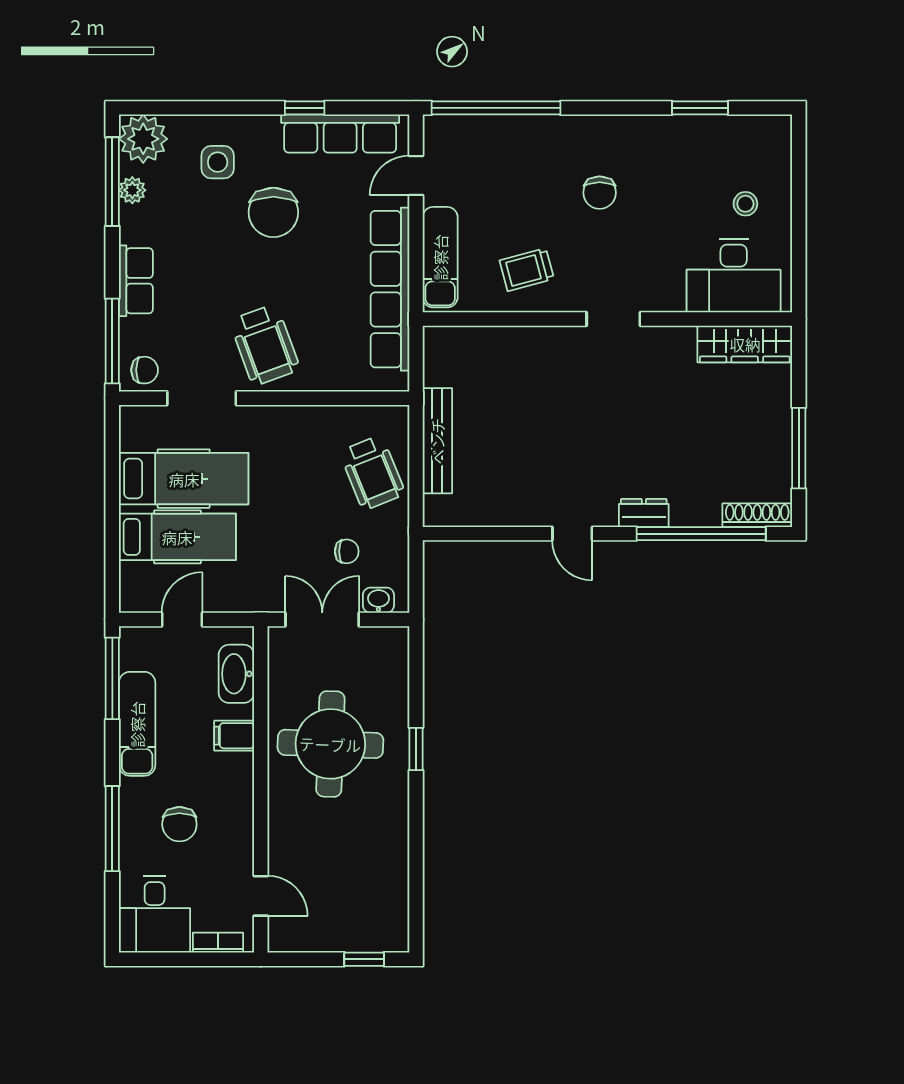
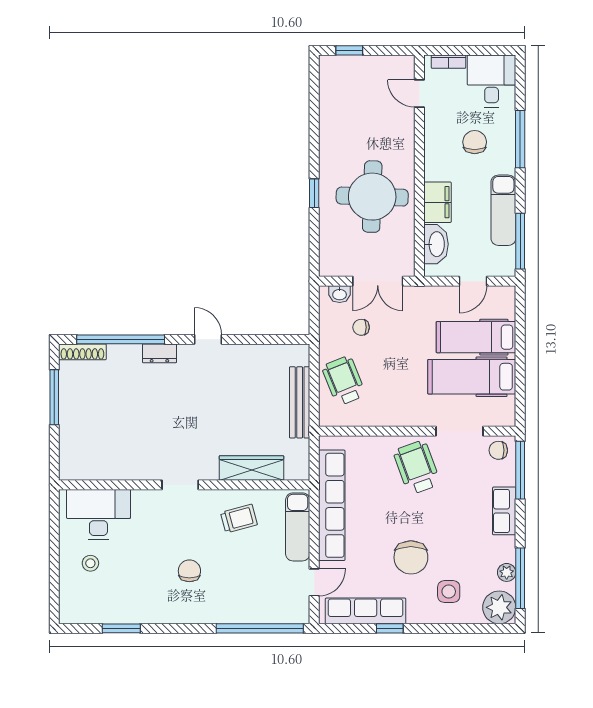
chair: (273, 212) -> (411, 557), turned 180
wardrobe: (745, 344) -> (251, 468), moved
filing cabinet: (234, 736) -> (437, 202), width x2.00

